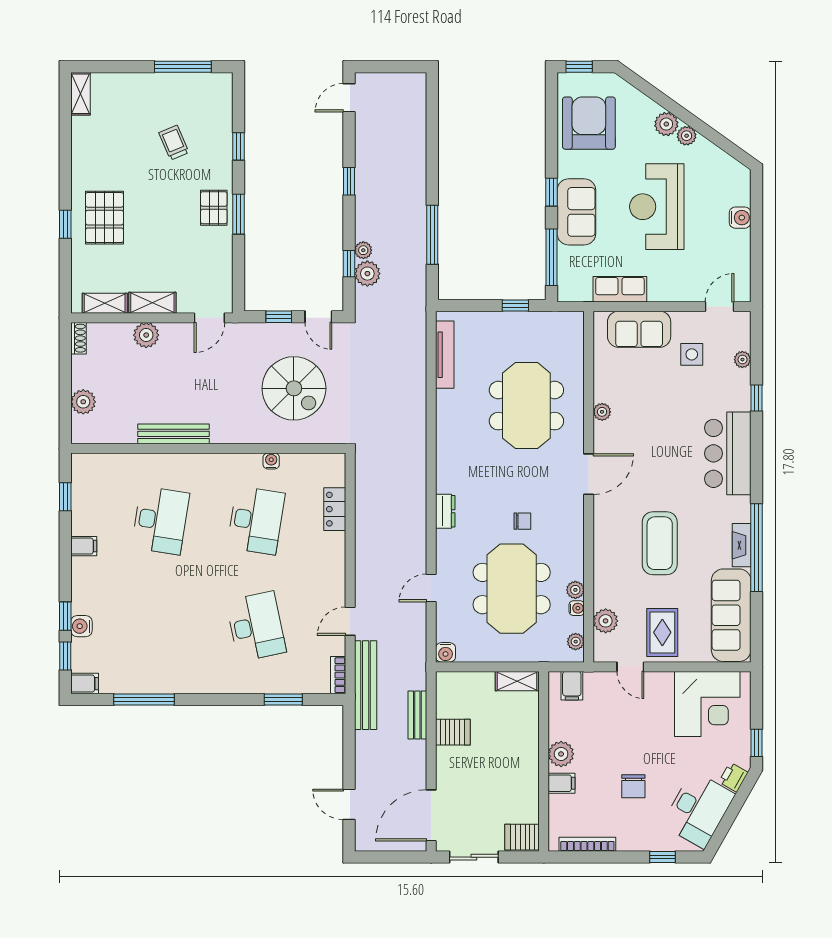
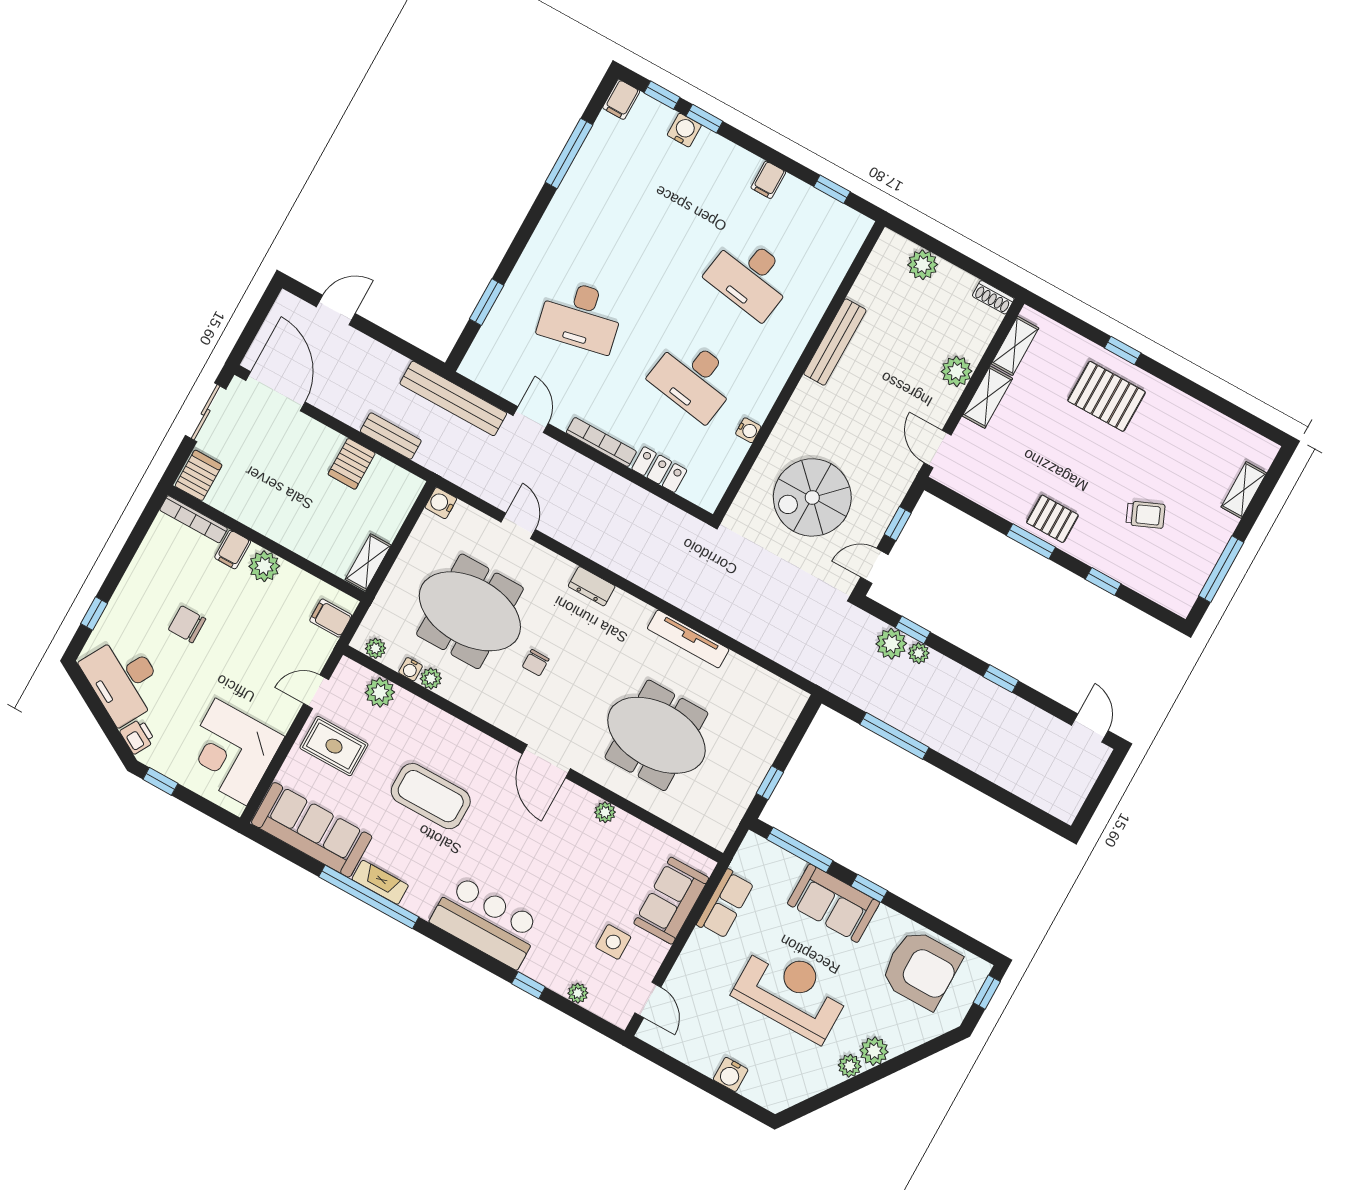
shelving: (80, 94) -> (1244, 490), moved, turned 90
tv unit: (445, 355) -> (688, 639), moved
bookcase: (338, 675) -> (601, 442), moved, width x1.56
bookcase: (587, 844) -> (194, 519), moved, turned 90

